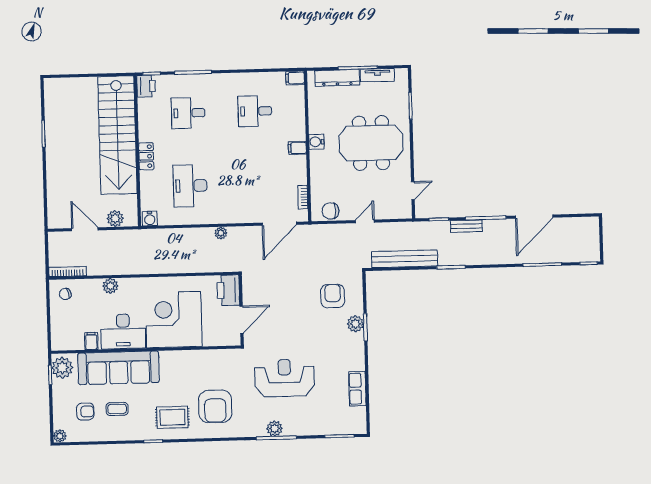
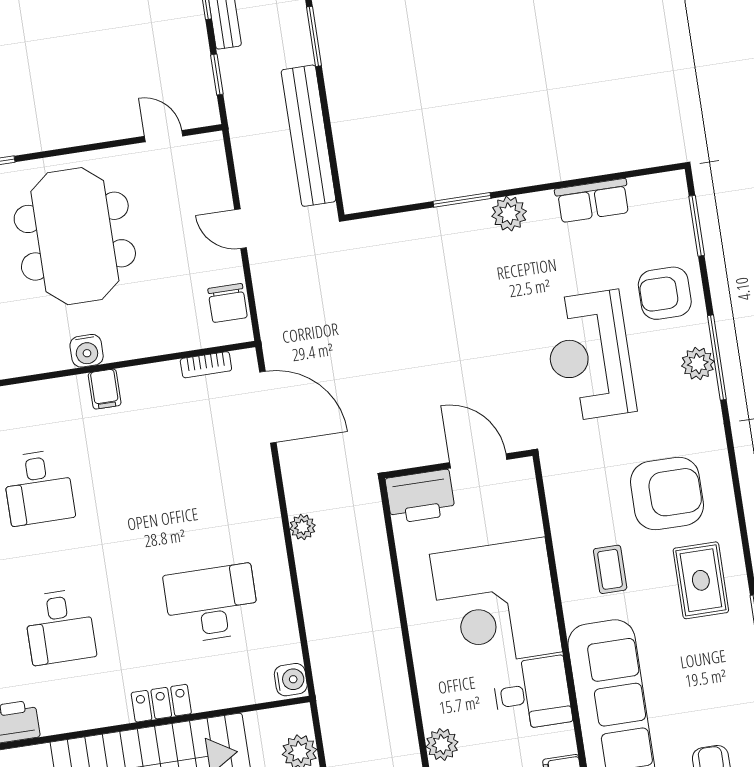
desk: (190, 186) -> (212, 604), turned 180
armchair: (333, 296) -> (665, 293), moved
plant: (355, 324) -> (509, 214), moved
desk: (123, 331) -> (532, 693), width x0.73
coffee table: (117, 409) -> (610, 569), moved

